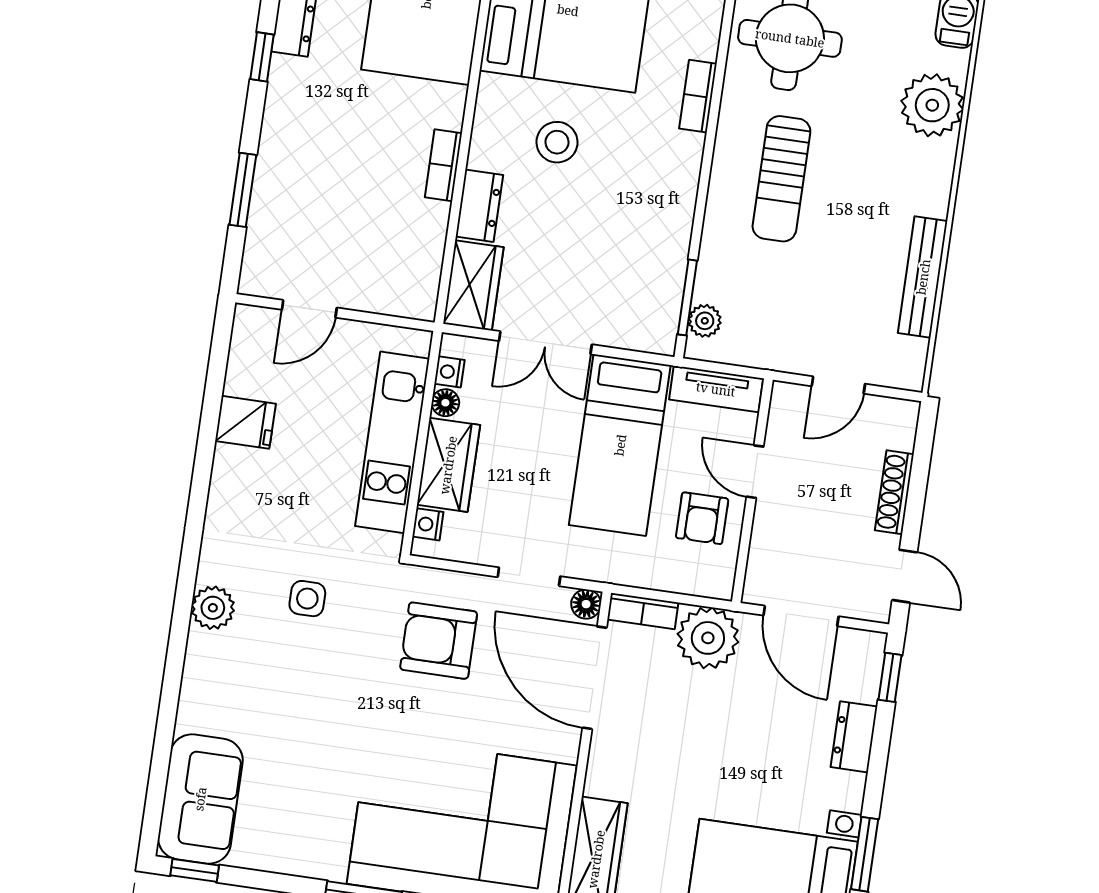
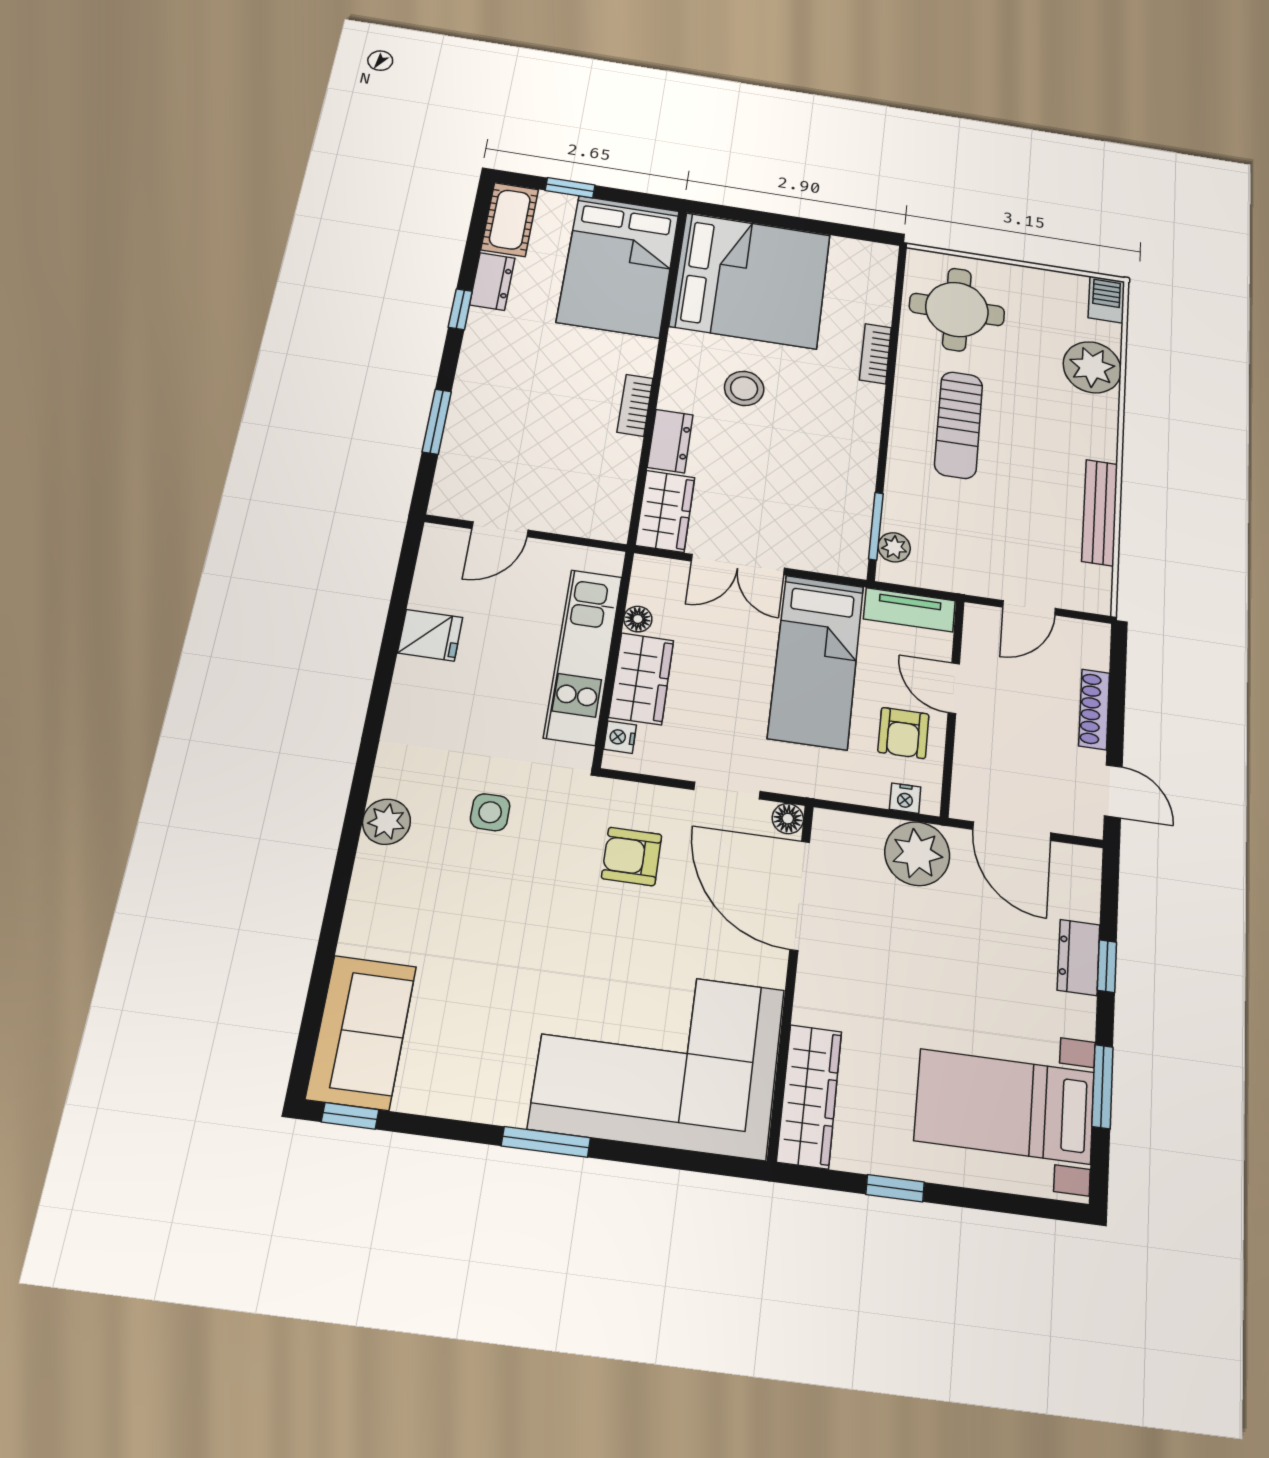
nightstand: (449, 372) -> (905, 798), moved, turned -90
bookcase: (643, 611) -> (848, 826), removed
armchair: (439, 641) -> (632, 856), width x0.72, depth x0.72
window: (890, 677) -> (1107, 966), moved

